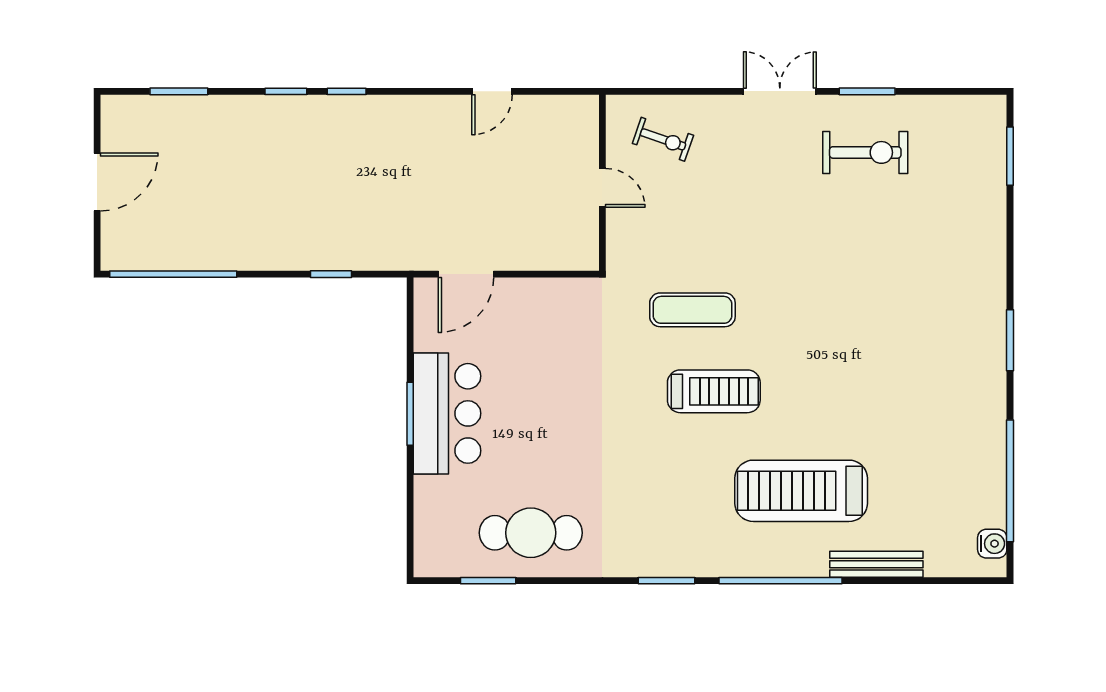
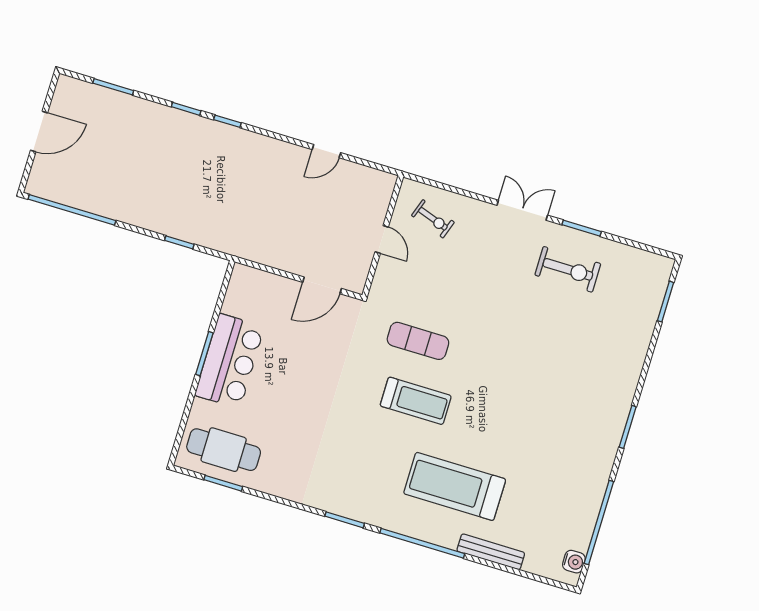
door: (466, 274) -> (322, 285), moved
cafe table: (531, 533) -> (224, 450), moved

